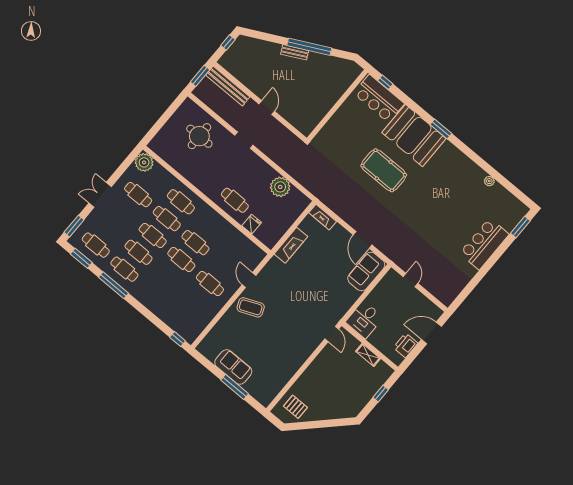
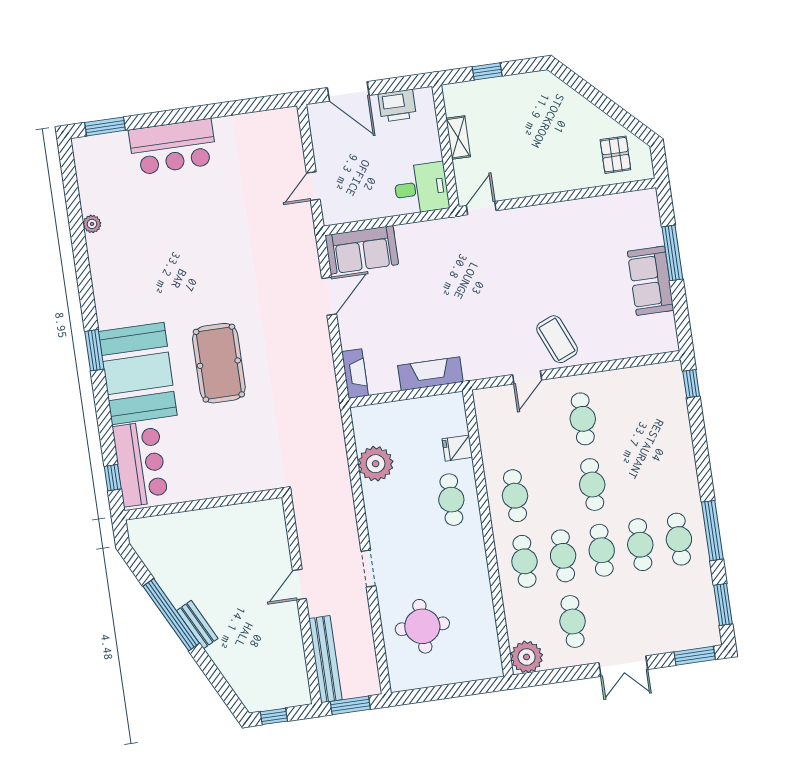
cafe table: (195, 243) -> (515, 496), moved
cafe table: (96, 245) -> (688, 605), removed

